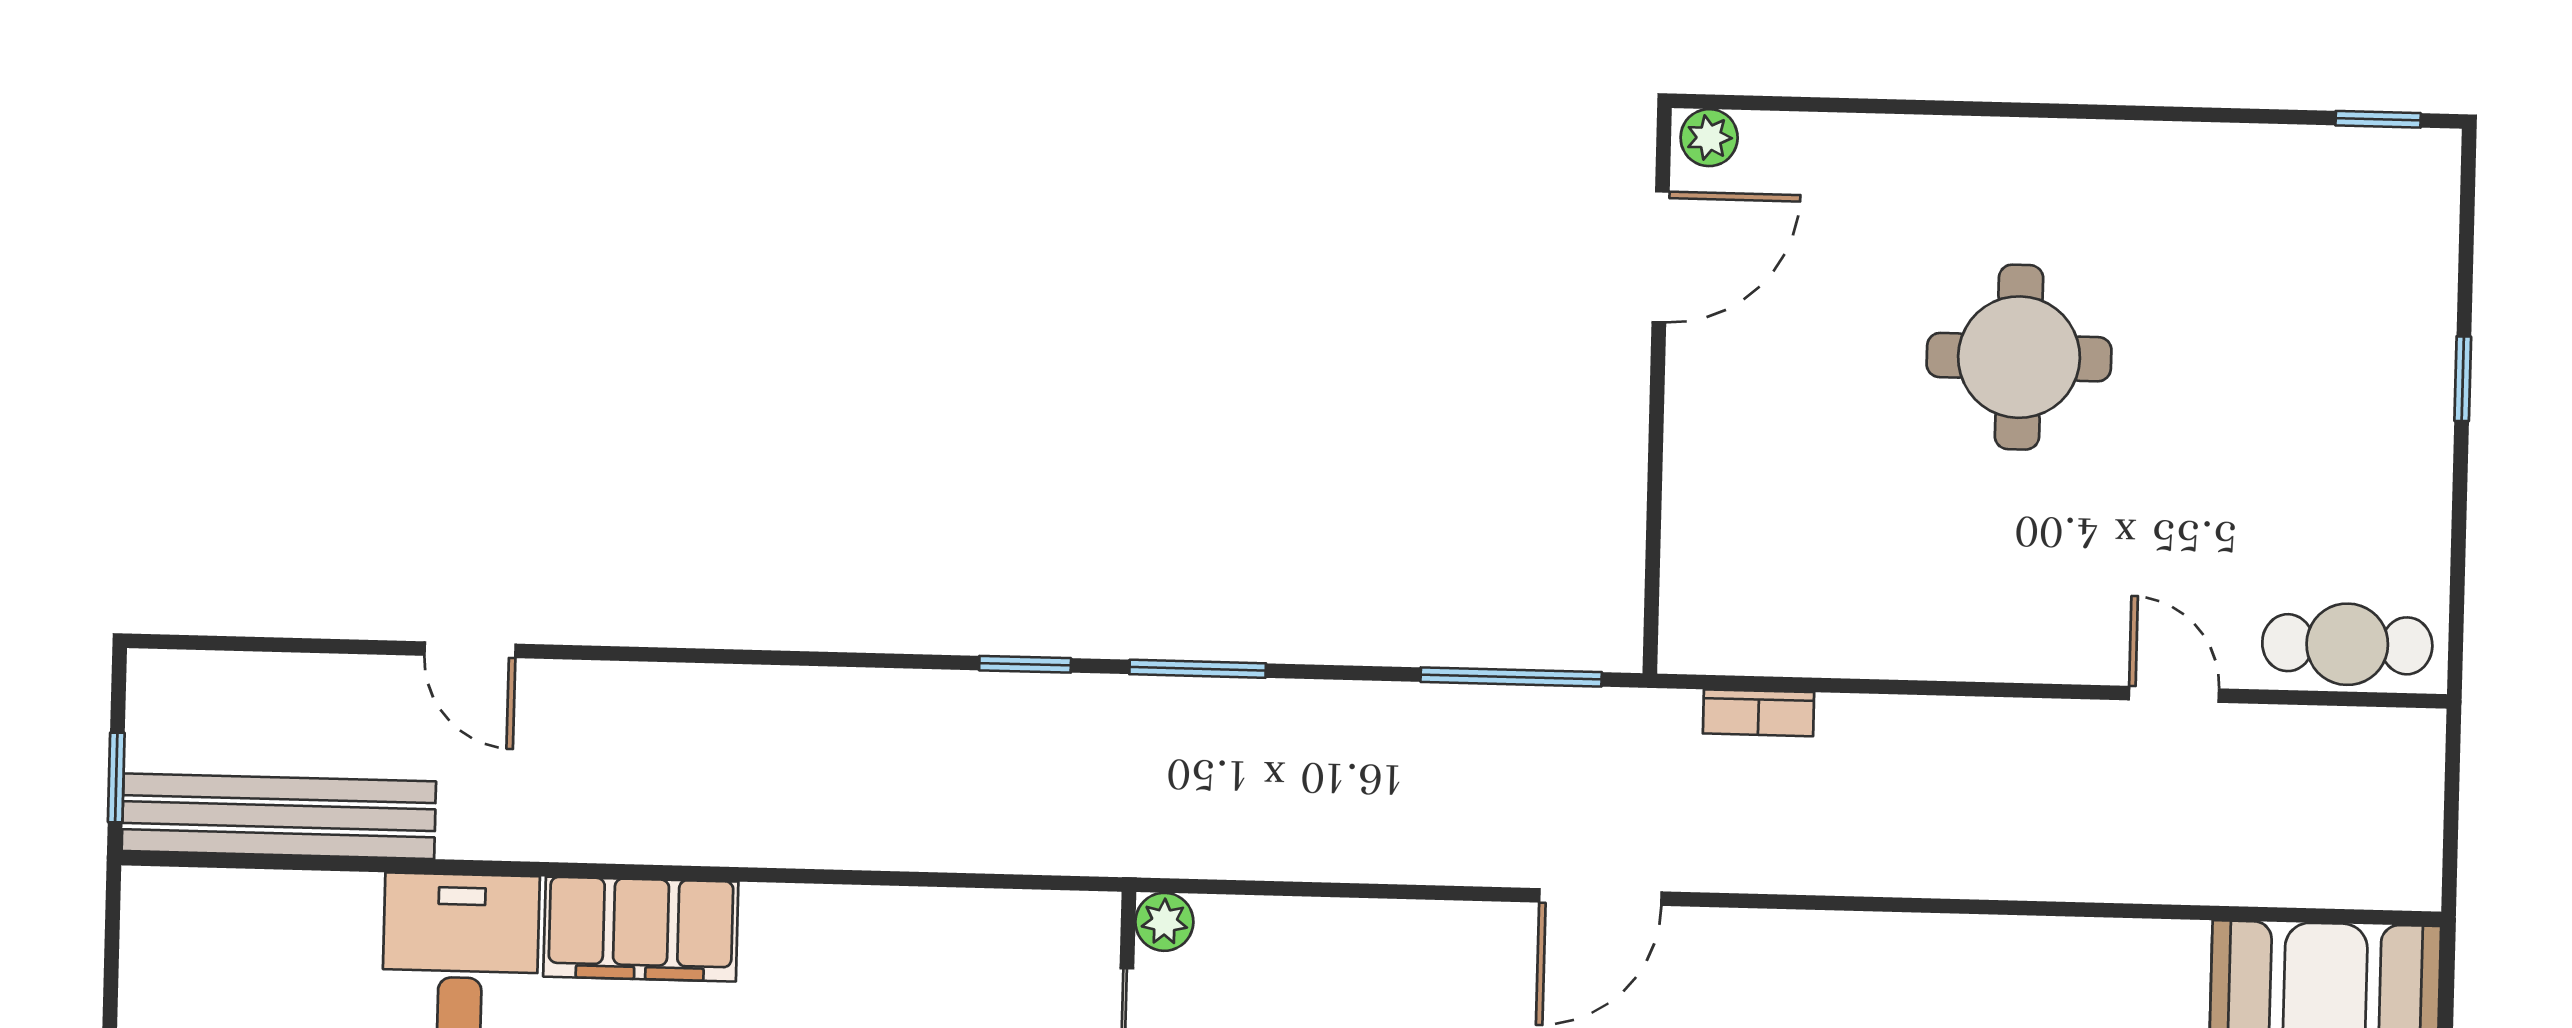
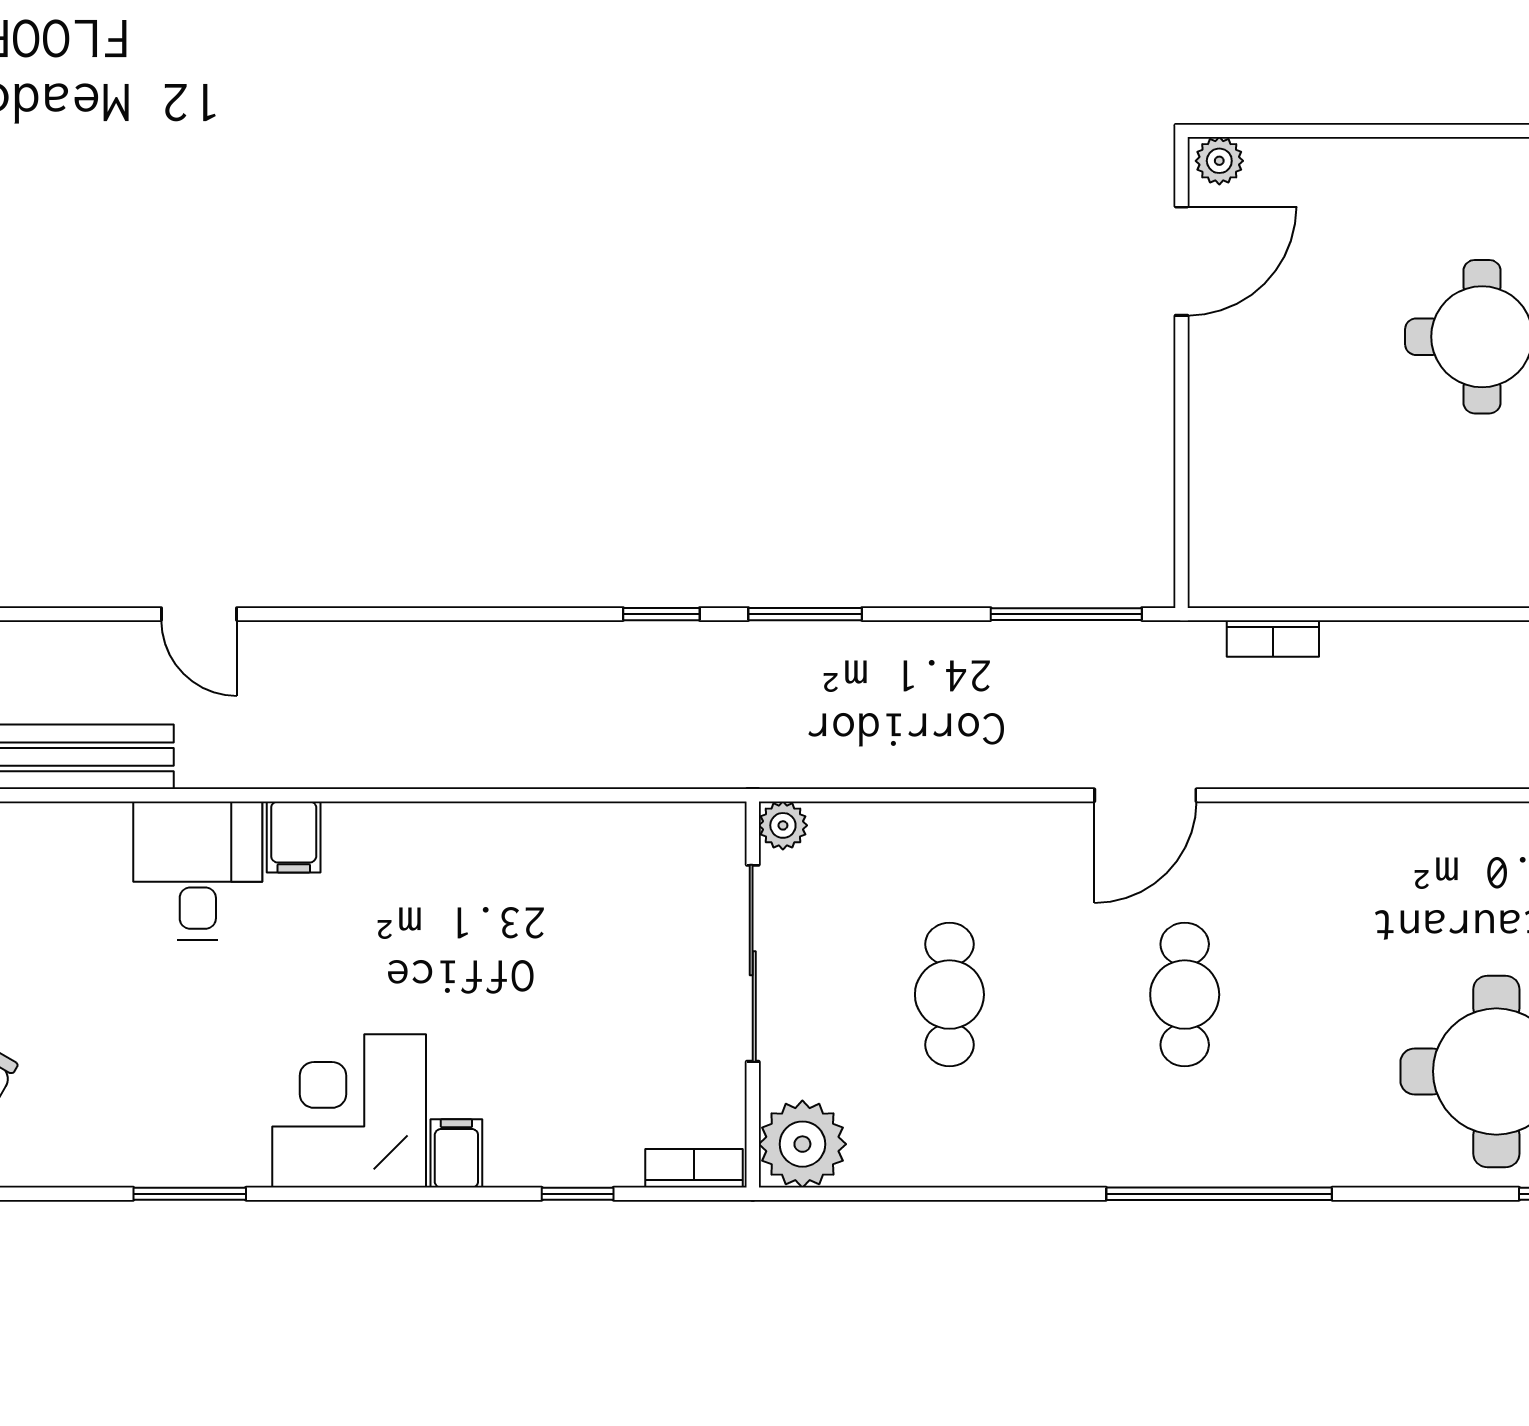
filing cabinet: (641, 929) -> (294, 837), width x0.33, depth x0.86

